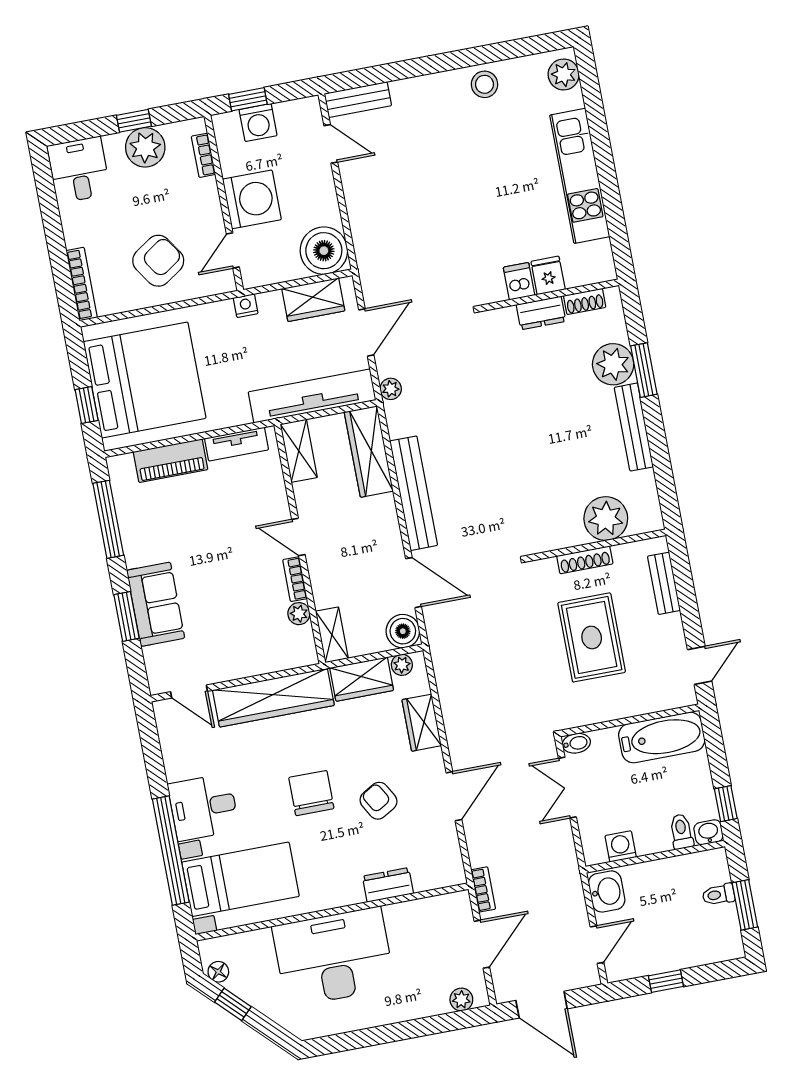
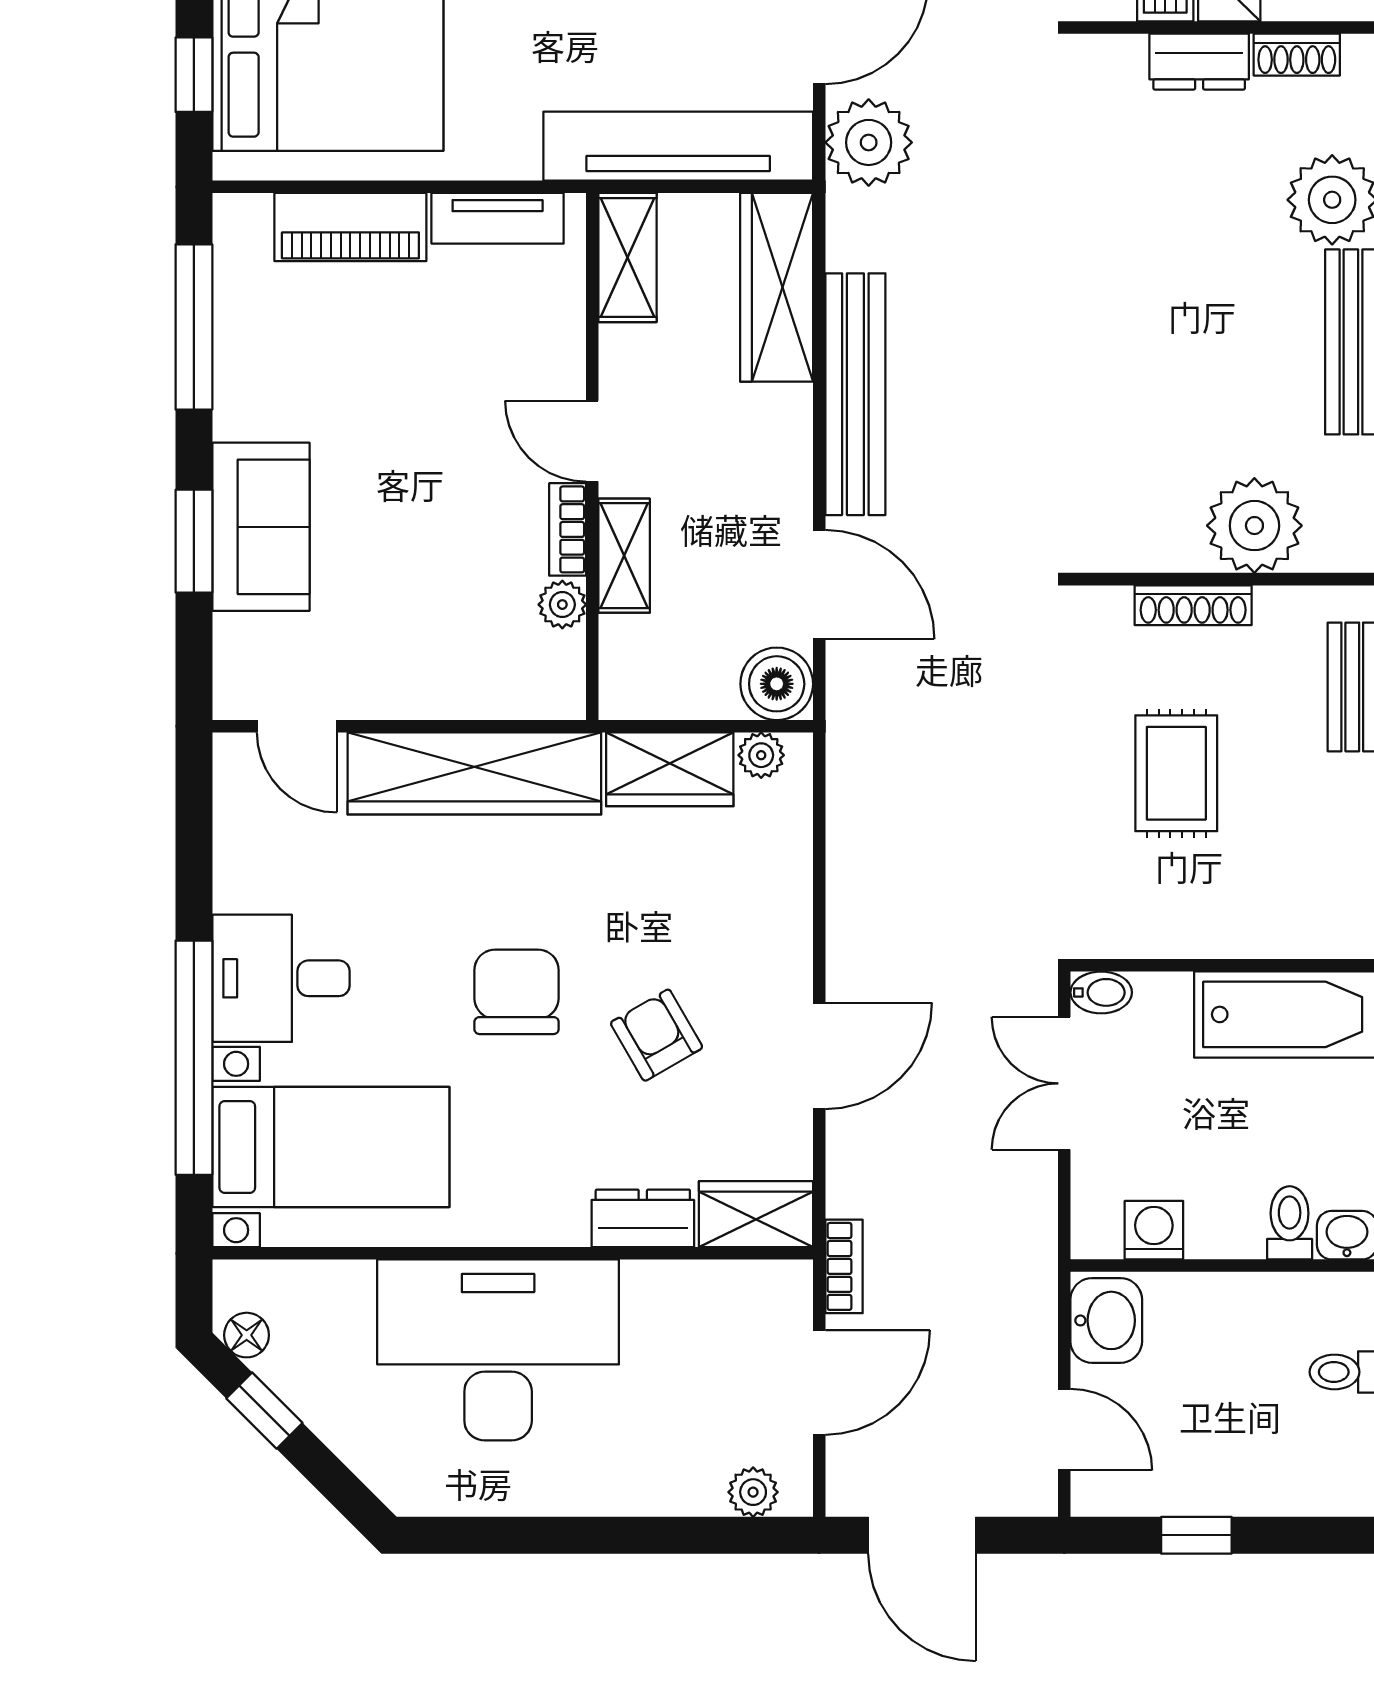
plant: (391, 389) -> (869, 142), width x1.88, depth x1.88
shelving: (332, 635) -> (624, 556), moved
rug: (592, 637) -> (1176, 773), width x0.73, depth x0.70
wardrobe: (422, 723) -> (756, 1214), moved, turned 90
door: (597, 945) -> (1064, 1430), hinge flipped

